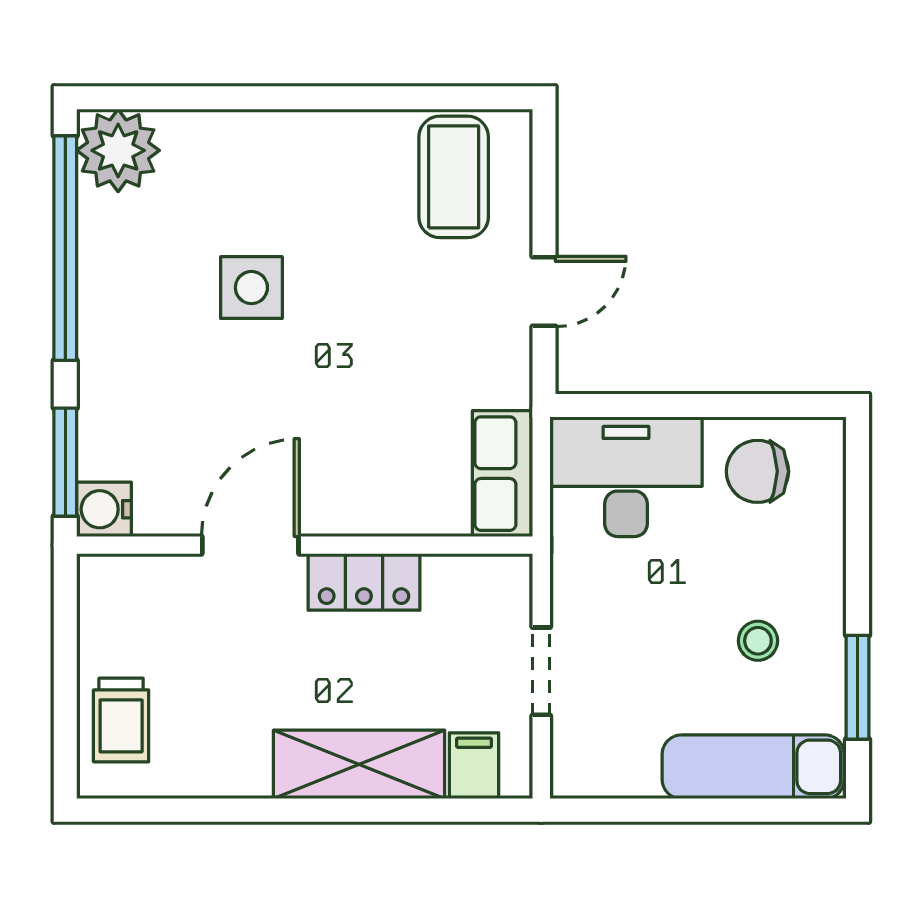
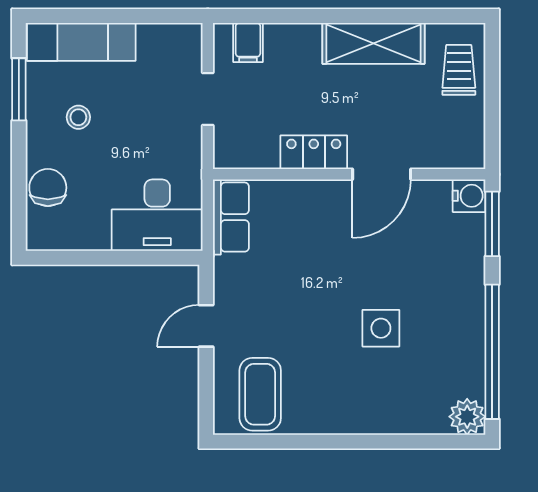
plant: (118, 150) -> (467, 417), width x0.73, depth x0.73
chair: (757, 471) -> (48, 188), moved, turned -90
shelving: (359, 764) -> (374, 43), moved

